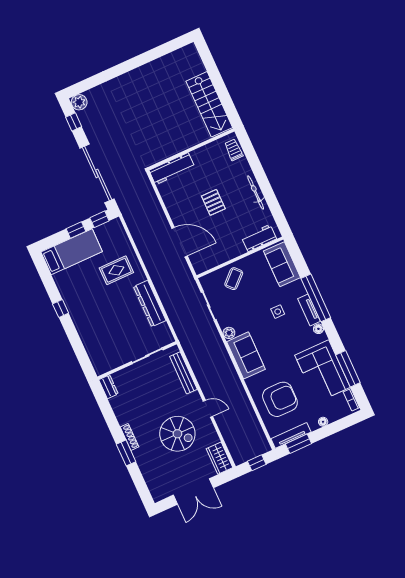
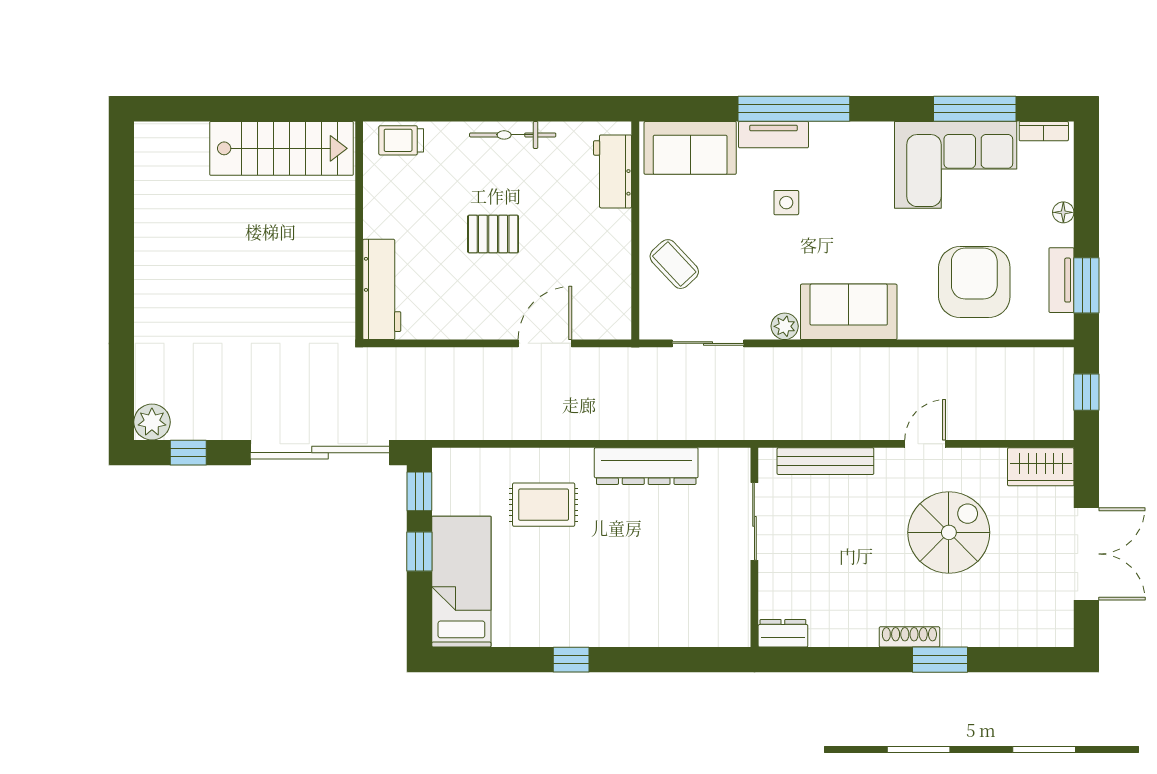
door: (180, 242) -> (545, 343), width x0.73
rug: (116, 270) -> (544, 505), turned 90
tv unit: (309, 310) -> (773, 135), moved
floor lamp: (318, 329) -> (862, 133), removed
tv unit: (291, 435) -> (1061, 280), width x0.71

